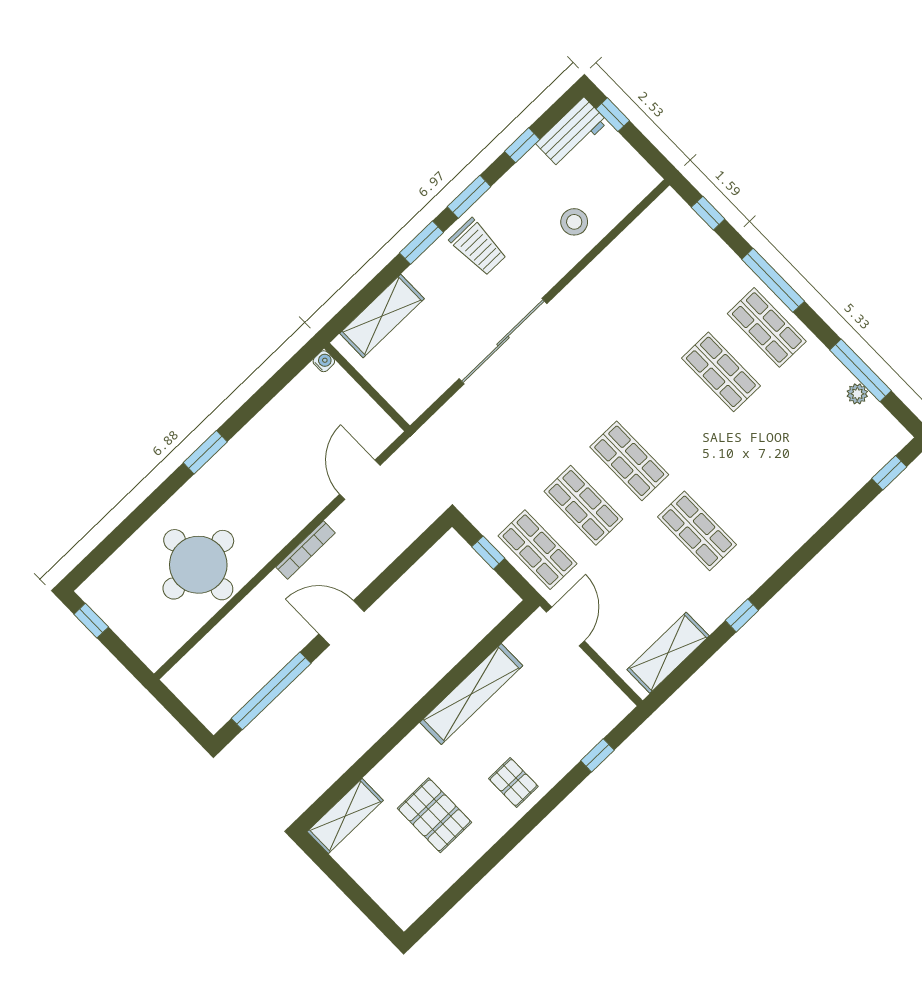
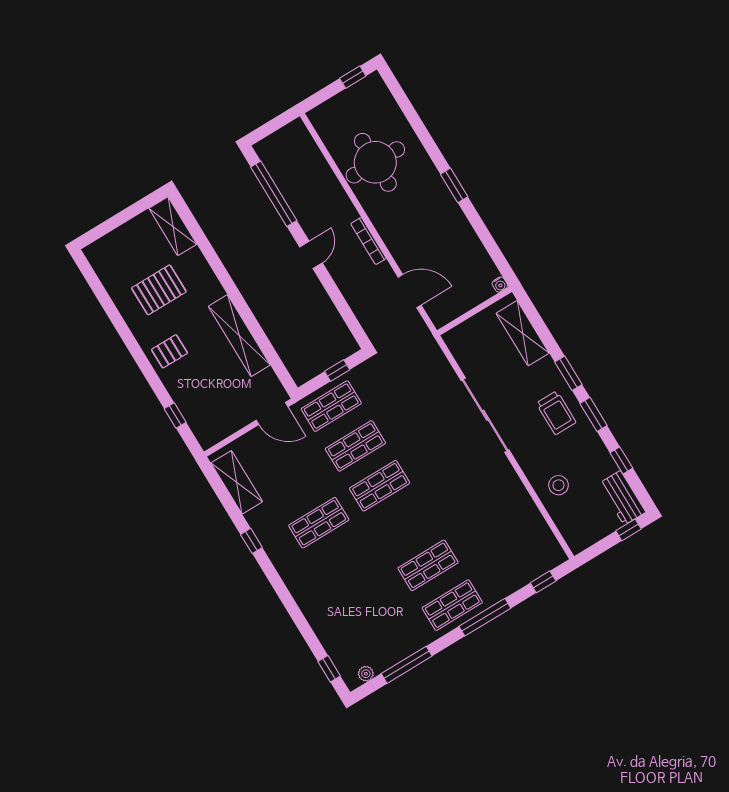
trolley: (478, 247) -> (556, 413), turned -90
plant: (857, 394) -> (366, 674), moved
door: (341, 623) -> (311, 255), width x0.73

